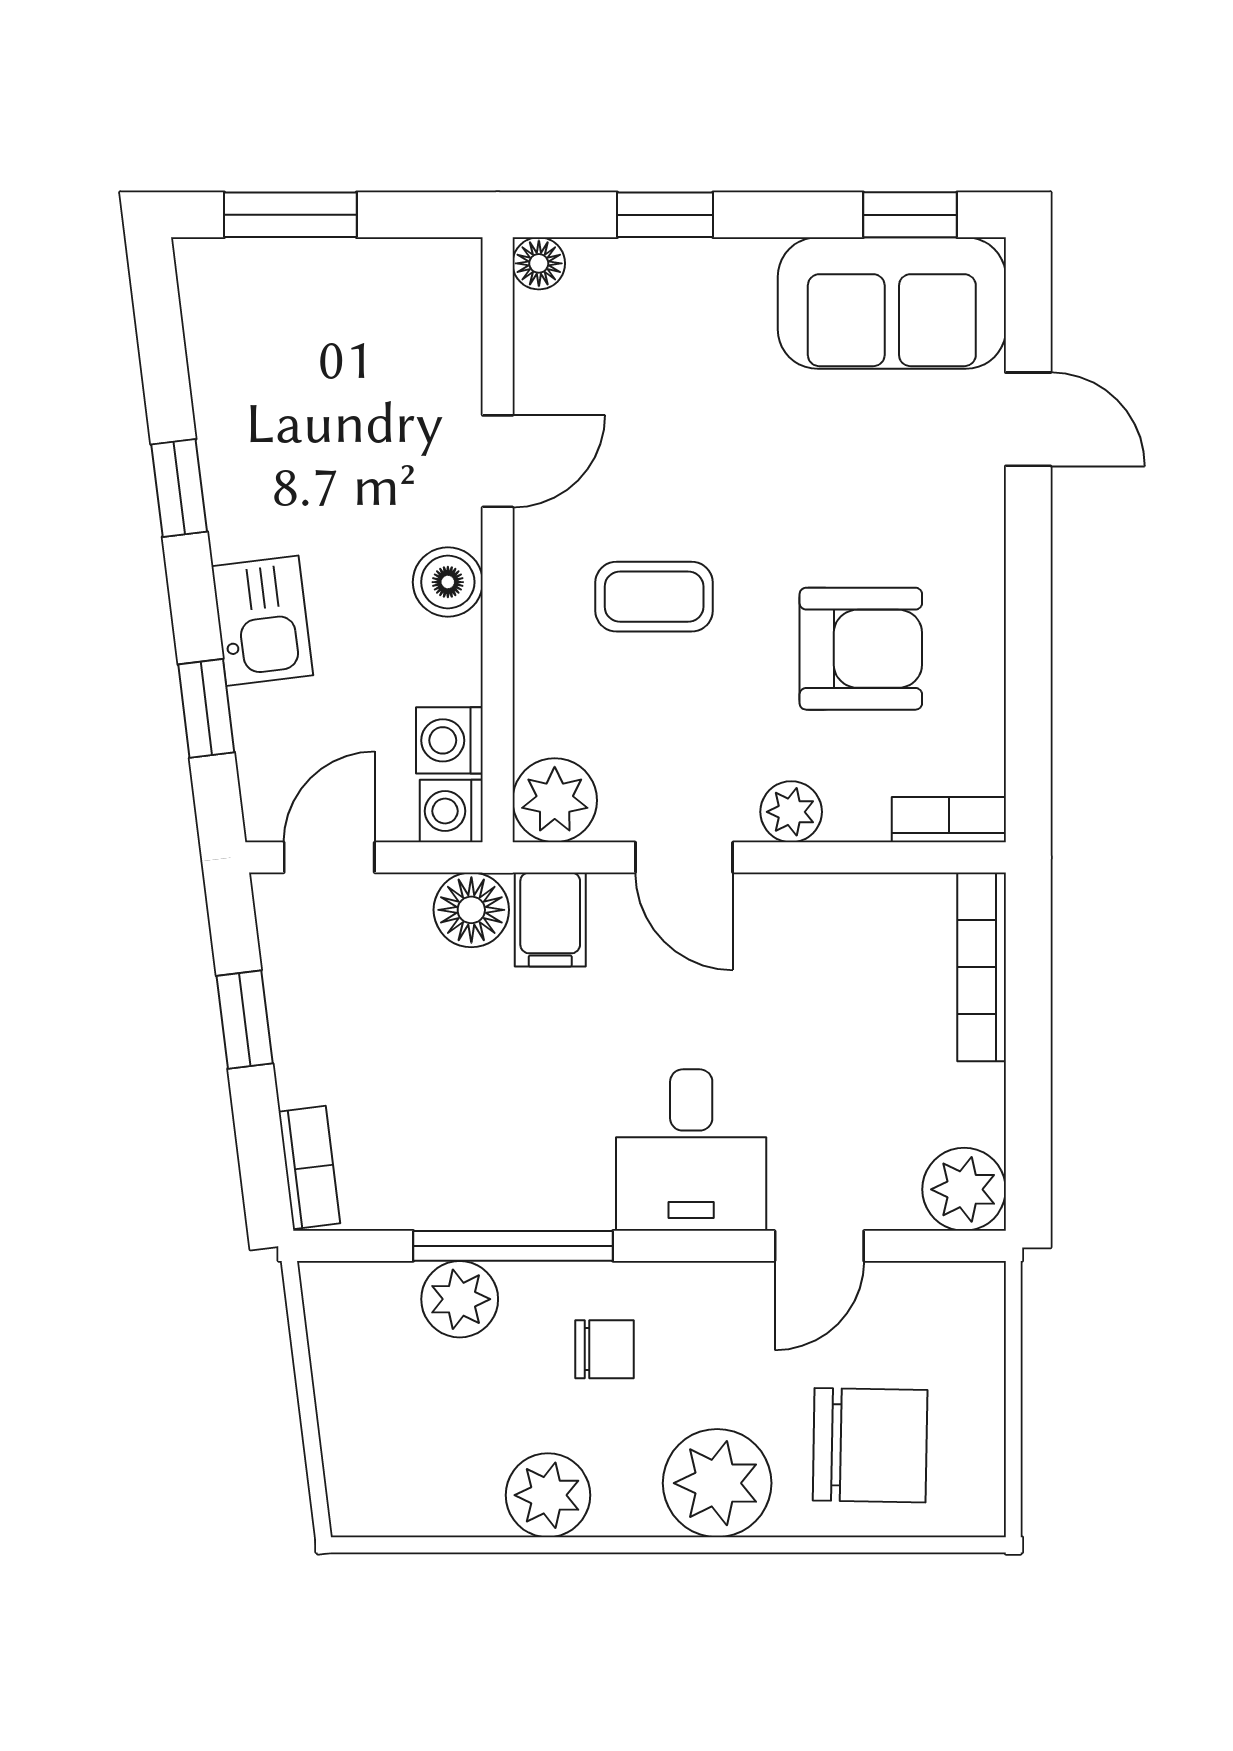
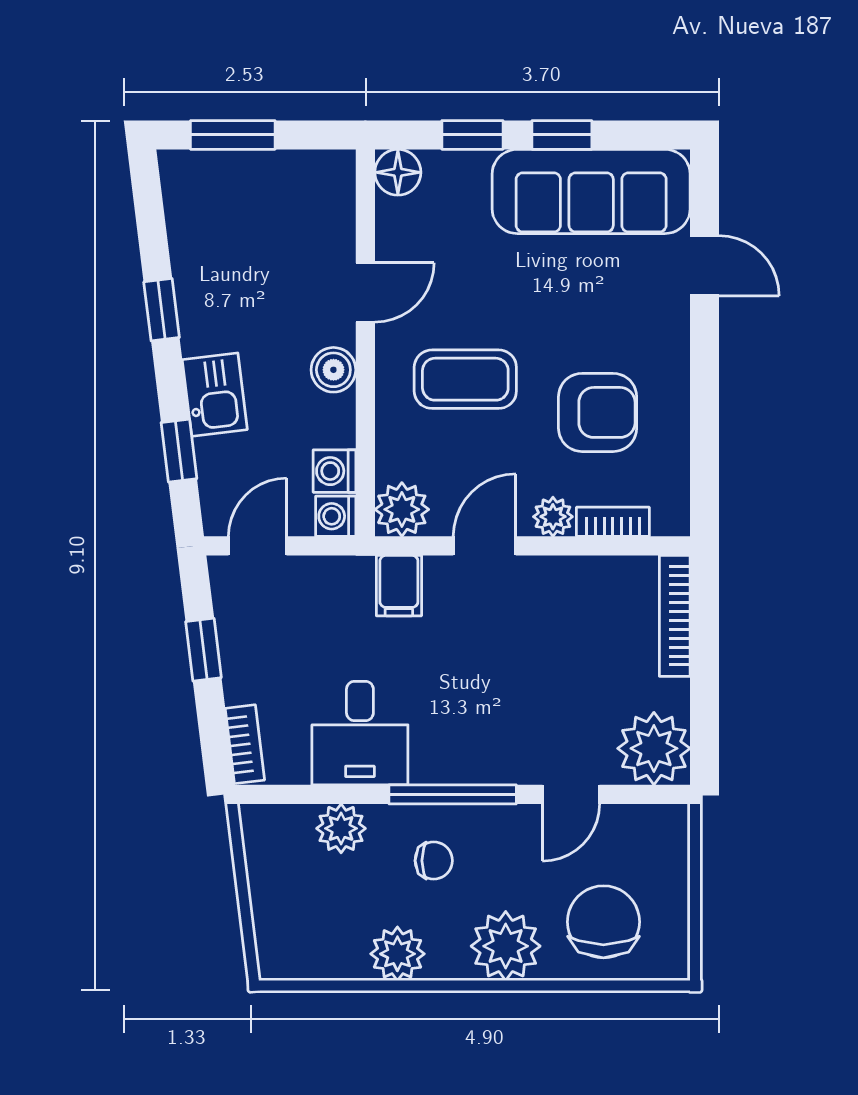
window: (910, 215) -> (562, 135), moved
floor lamp: (539, 263) -> (398, 172), width x1.37, depth x1.37
sofa: (892, 303) -> (591, 191), width x1.36
coffee table: (654, 597) -> (465, 379), width x1.36, depth x1.30
bookcase: (949, 820) -> (613, 522), moved
door: (684, 857) -> (485, 546), swing flipped
floor lamp: (471, 910) -> (348, 579), removed
desk: (691, 1150) -> (360, 733), moved
plant: (964, 1189) -> (654, 748), width x1.36, depth x1.36
window: (513, 1246) -> (453, 794), moved
chair: (870, 1445) -> (603, 922), turned -91

